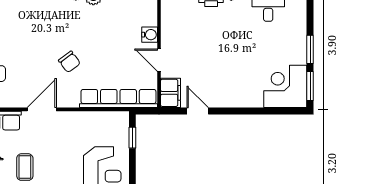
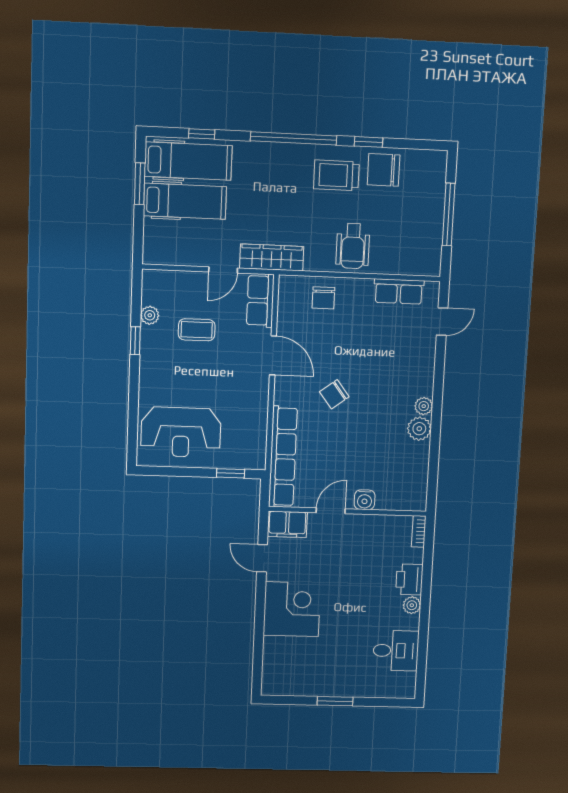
corner desk: (285, 86) -> (292, 609), moved
window: (310, 86) -> (288, 700), removed
door: (198, 111) -> (262, 558), swing flipped

